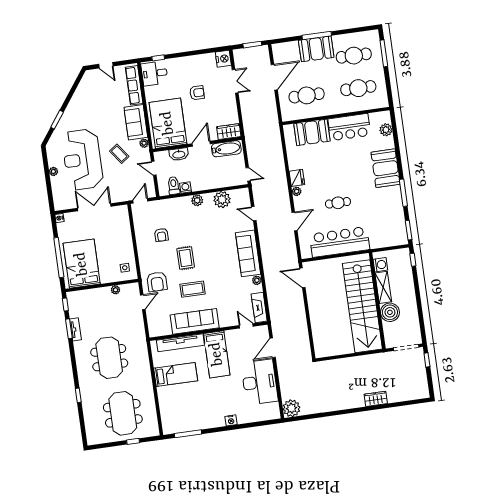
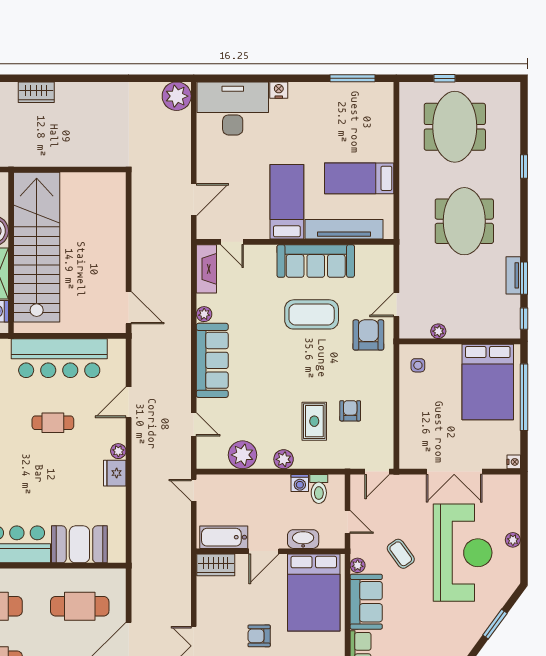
rug: (186, 258) -> (314, 421), moved
coffee table: (193, 289) -> (312, 314), width x1.36, depth x1.32
desk: (260, 382) -> (233, 108), moved, turned 90

